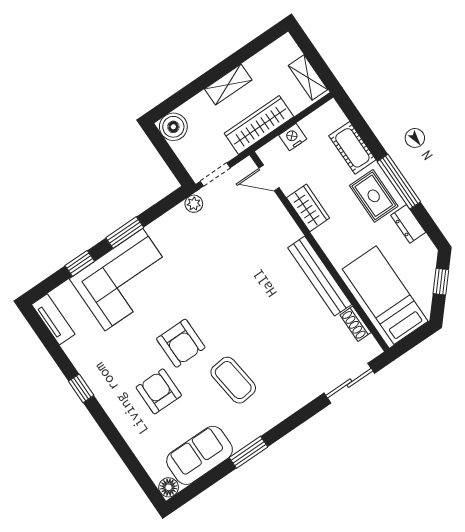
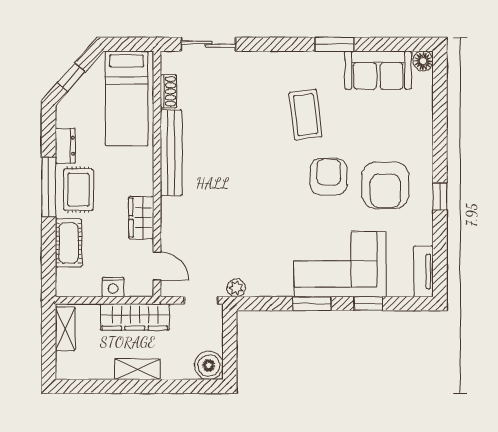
armchair: (159, 391) -> (385, 185), moved, width x1.36, depth x1.36

